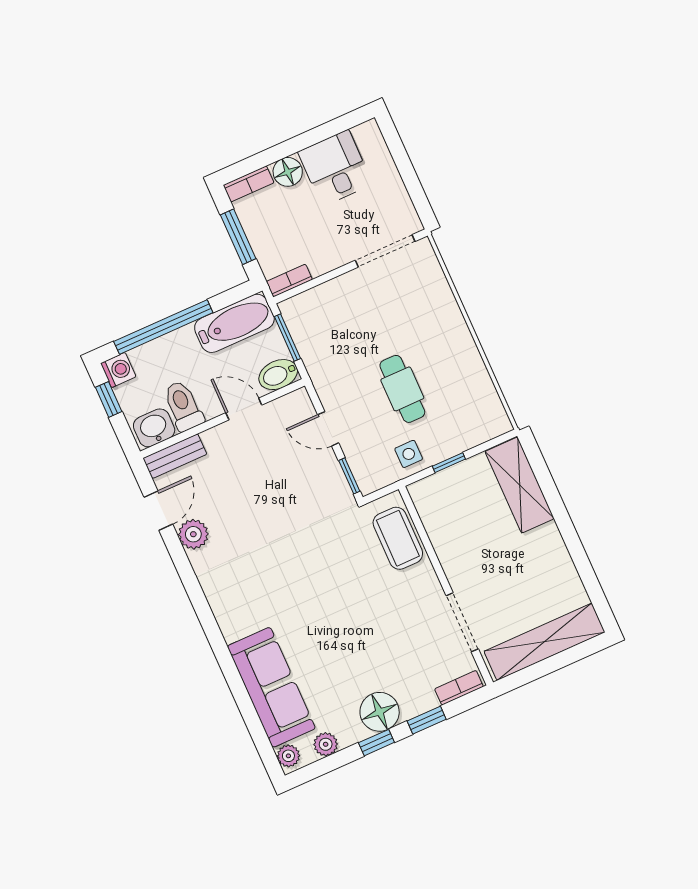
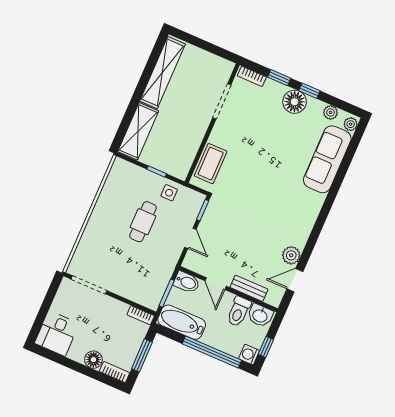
desk: (335, 168) -> (57, 333), moved
bench: (175, 456) -> (249, 288), moved
shelving: (545, 642) -> (162, 73), moved, turned 90

